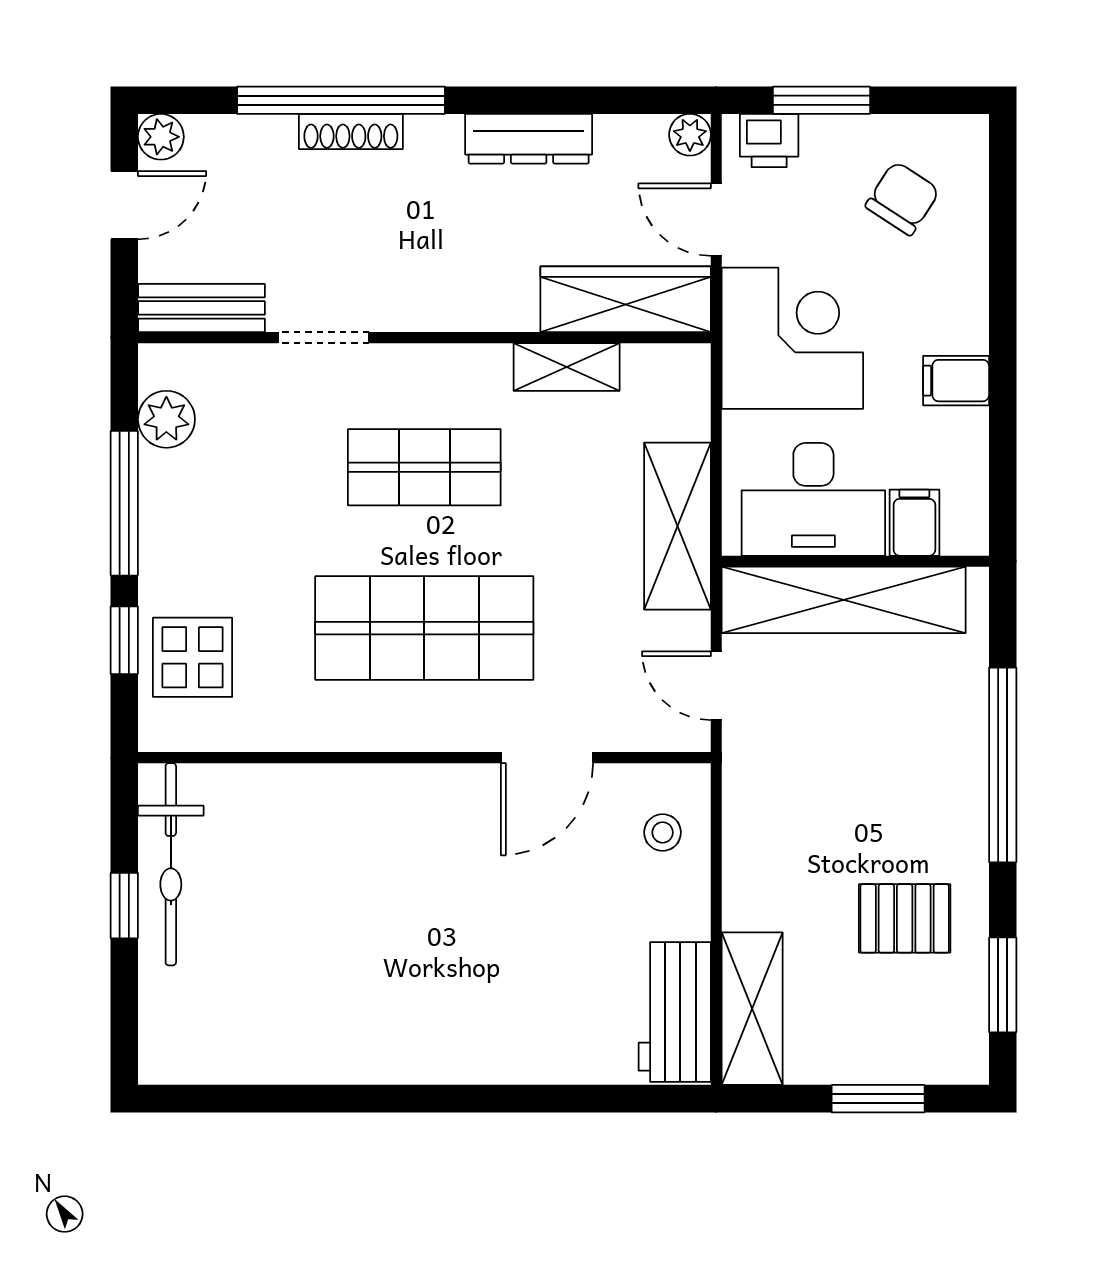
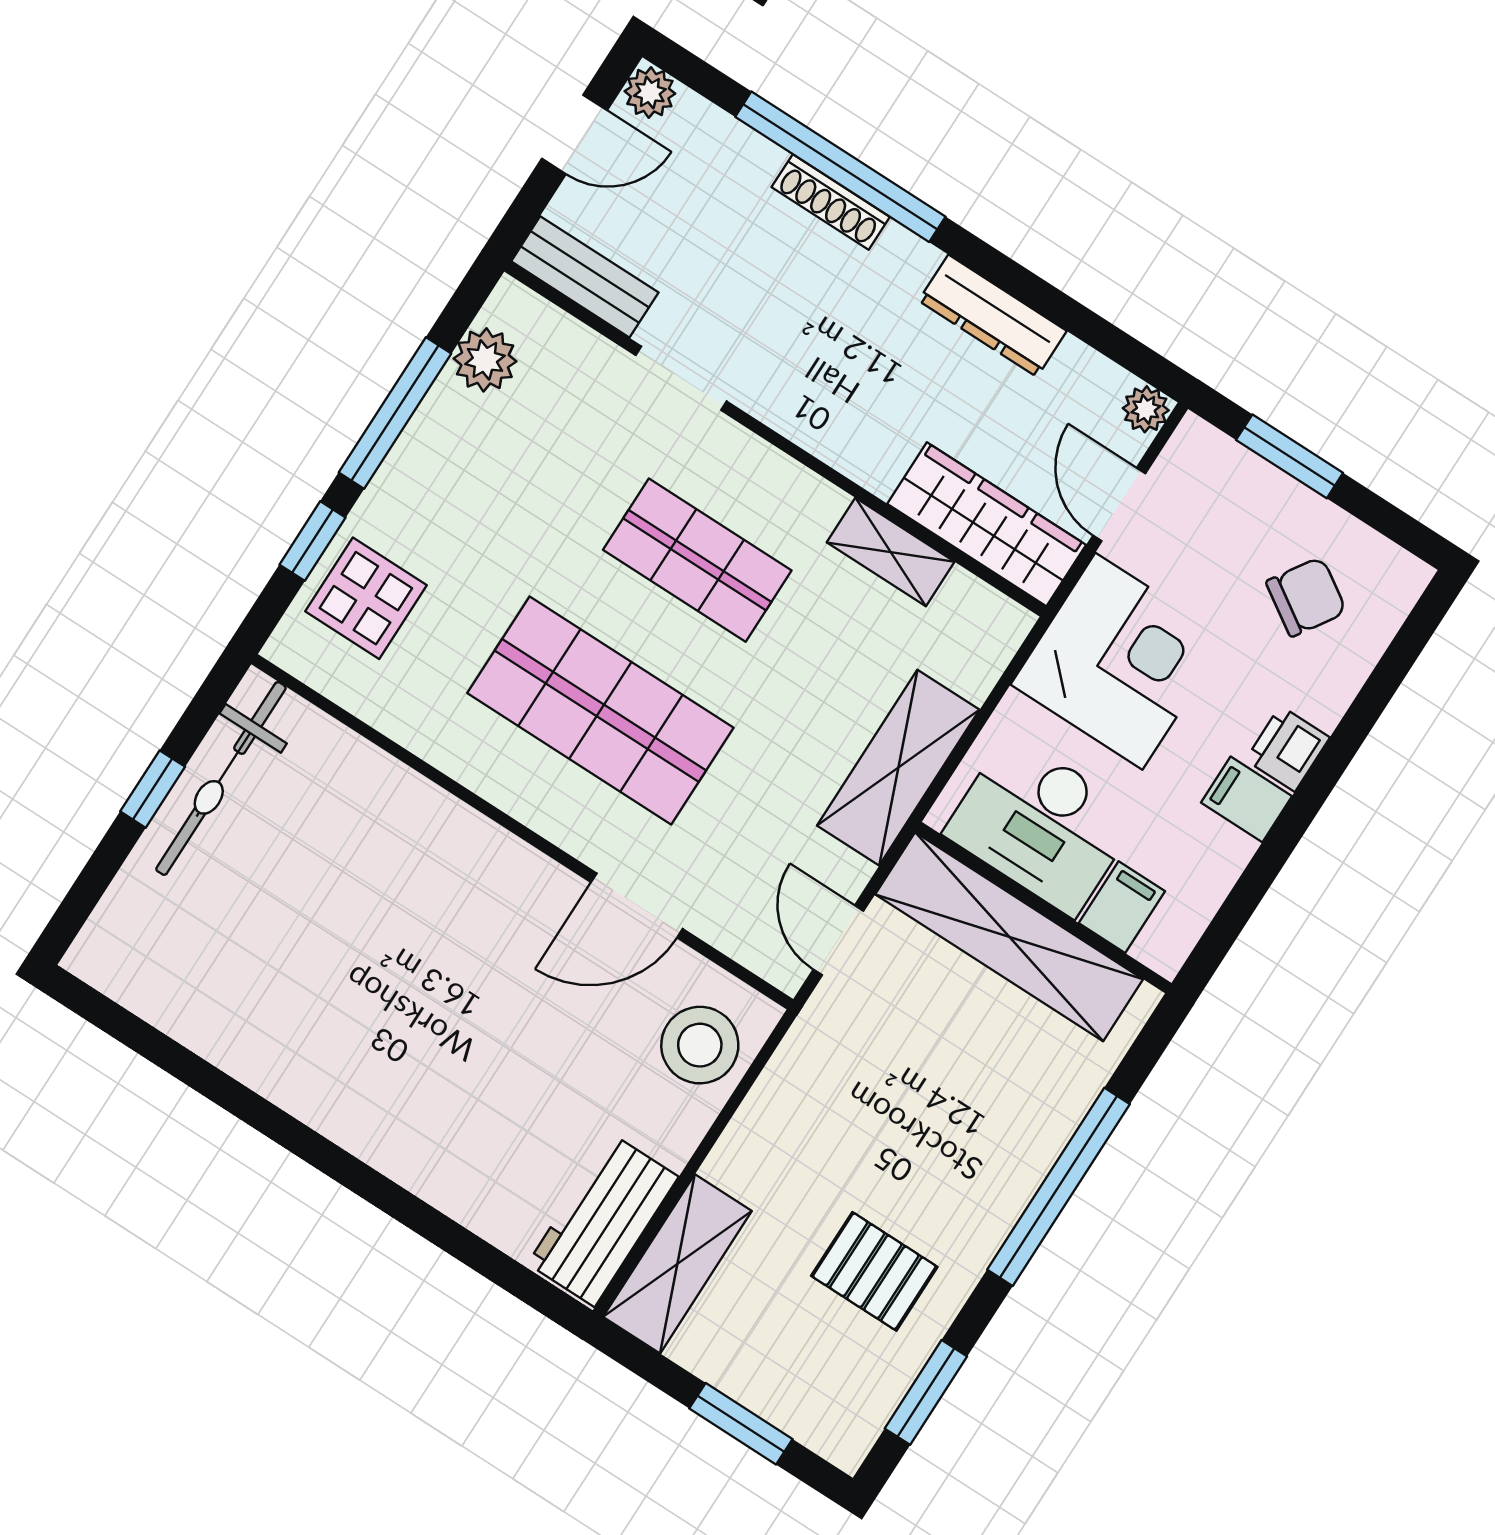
printer: (769, 141) -> (1288, 749), moved, turned 90
stool: (663, 832) -> (700, 1045), width x1.89, depth x1.89

